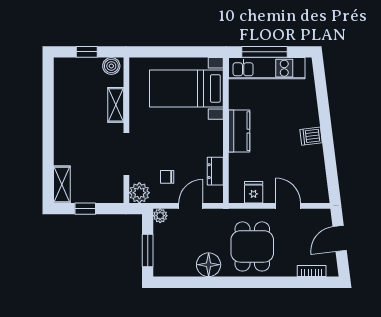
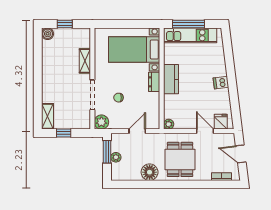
boiler: (111, 66) -> (48, 34), moved
dresser: (215, 171) -> (154, 82), moved
chair: (167, 177) -> (118, 98), moved
fridge: (254, 192) -> (221, 122), moved
plant: (236, 196) -> (169, 124), added
plant: (160, 216) -> (116, 157), moved
door: (340, 238) -> (241, 154), hinge flipped
window: (148, 251) -> (107, 152), moved

